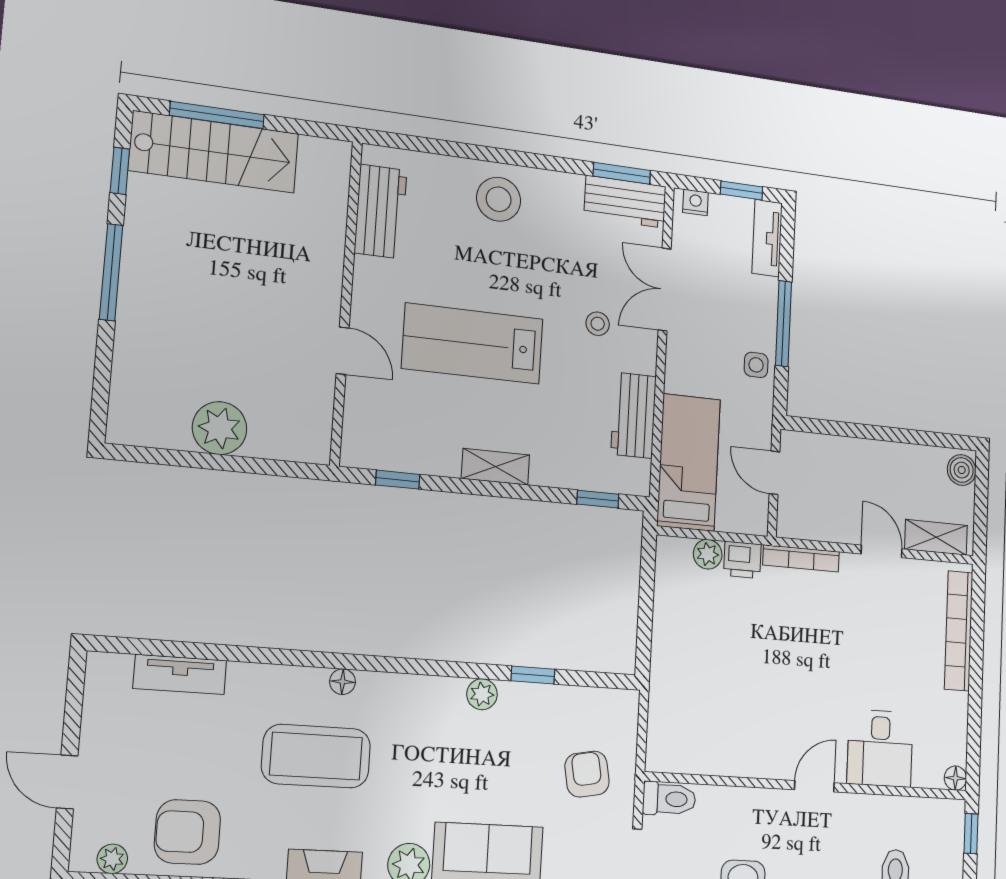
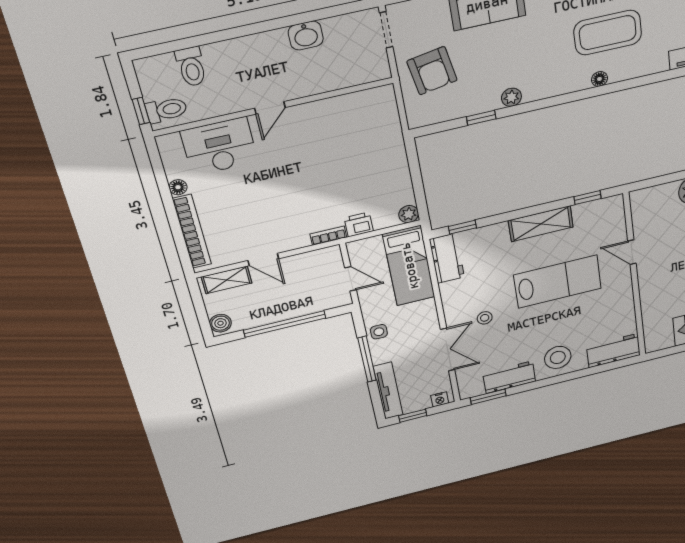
workbench: (625, 202) -> (509, 377), moved
workbench: (381, 211) -> (613, 351), moved, turned 90
tv unit: (767, 238) -> (388, 391), width x1.41
workbench: (634, 415) -> (447, 258), moved
window: (880, 433) -> (285, 324), added
shelving: (495, 467) -> (541, 224), width x1.50, depth x1.33
plant: (708, 554) -> (409, 214), moved
bookcase: (801, 558) -> (328, 236), width x0.64
desk: (880, 748) -> (219, 146), width x1.37
armchair: (587, 774) -> (432, 71), width x1.38, depth x1.38
floor lamp: (955, 778) -> (178, 187), moved
toilet: (669, 799) -> (166, 110), moved, turned 180

